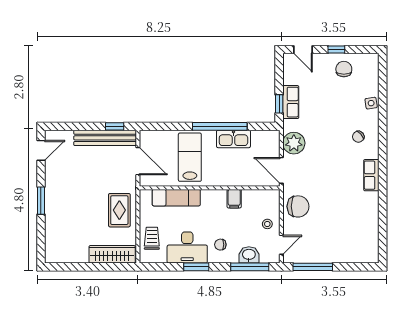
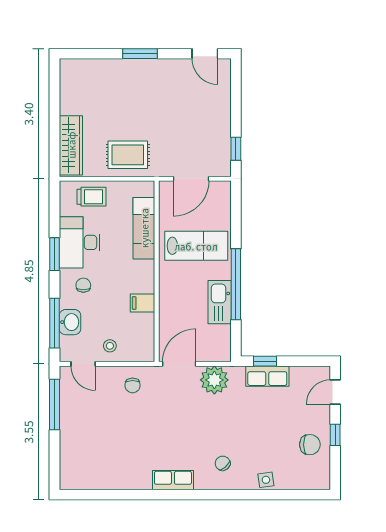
bench: (105, 138) -> (221, 136), removed
chair: (298, 206) -> (133, 385), width x0.54, depth x0.54

